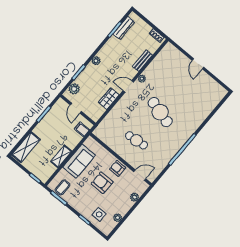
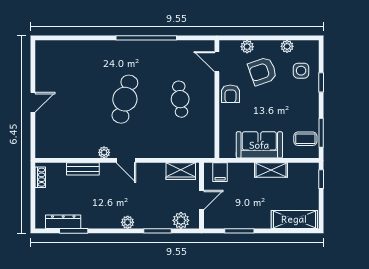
wardrobe: (109, 99) -> (181, 171), moved
armchair: (102, 183) -> (262, 71), moved, turned 71

